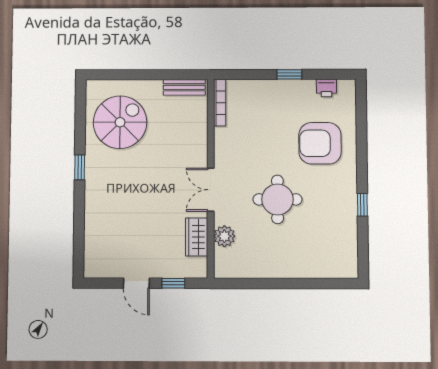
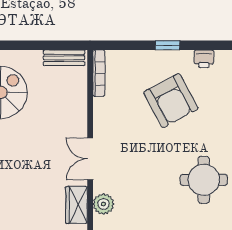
armchair: (320, 143) -> (171, 101), moved, turned -118
round table: (277, 199) -> (204, 180), moved

